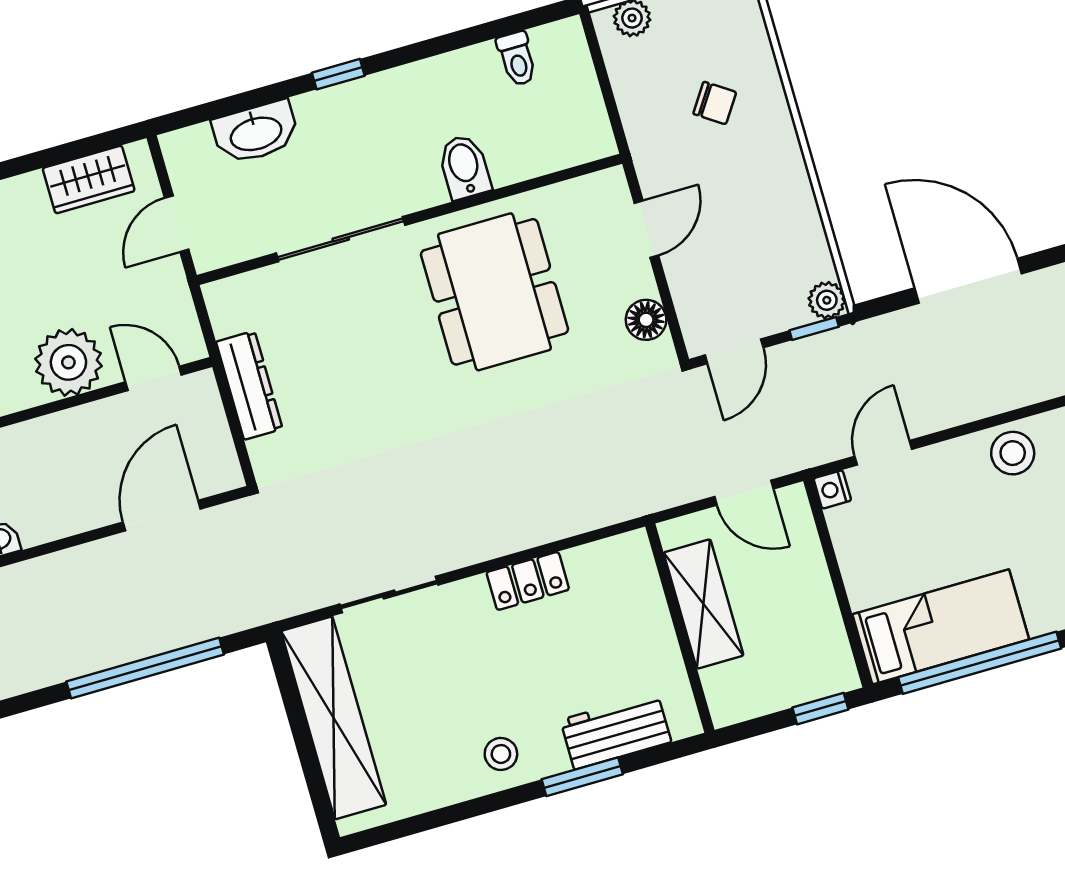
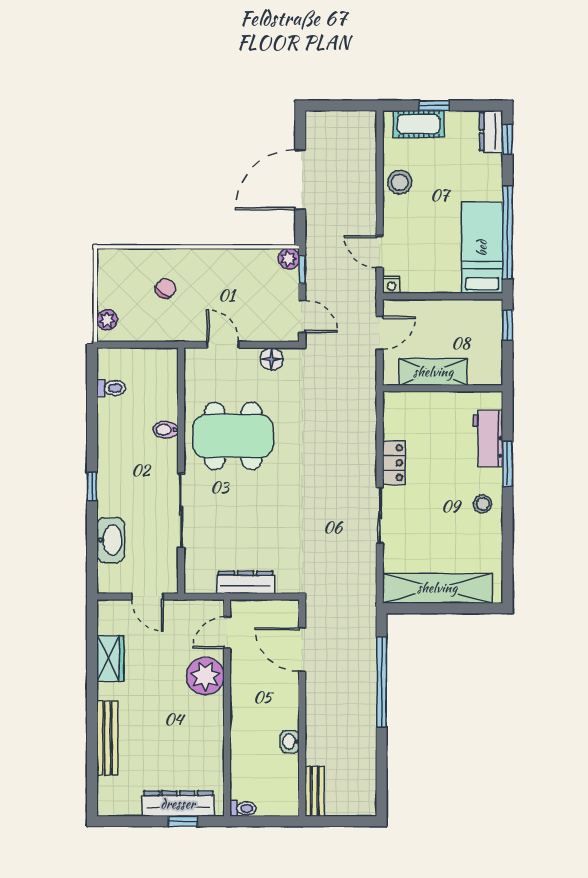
bidet: (464, 167) -> (166, 430), width x0.72, depth x0.74
wardrobe: (89, 180) -> (110, 658), moved
sliding door: (389, 594) -> (380, 515), moved

